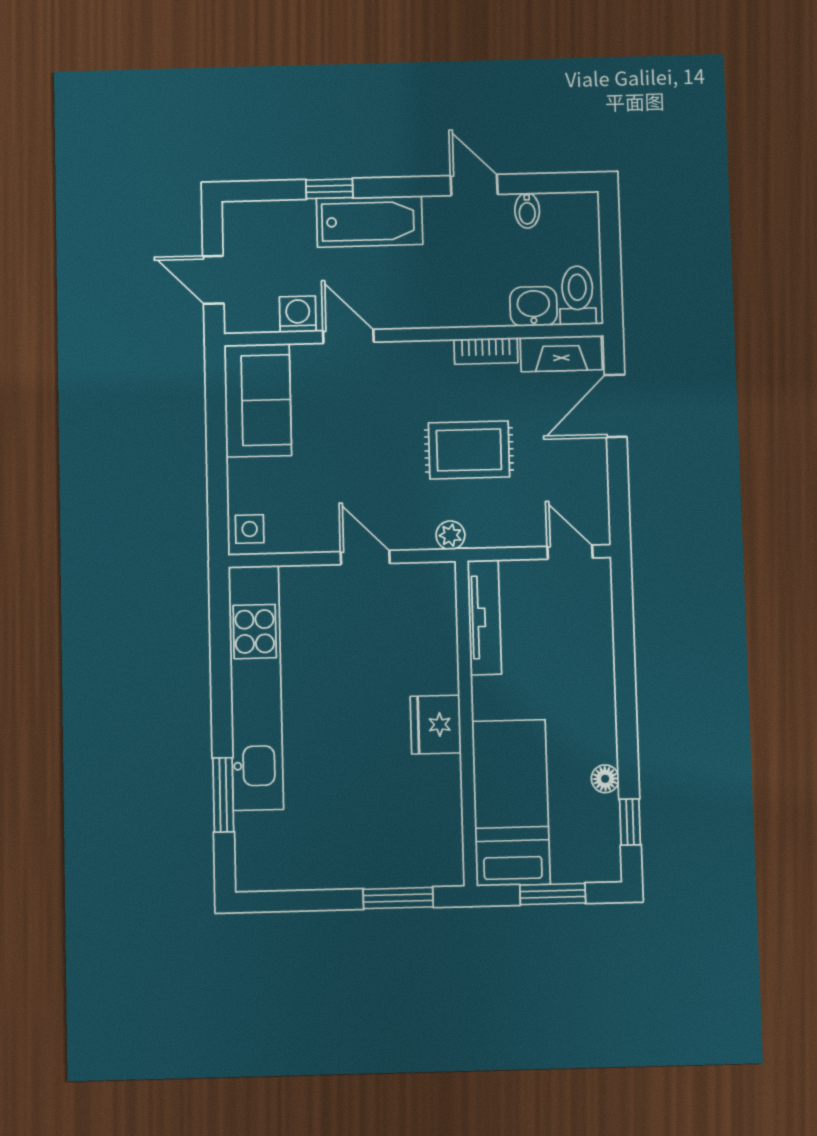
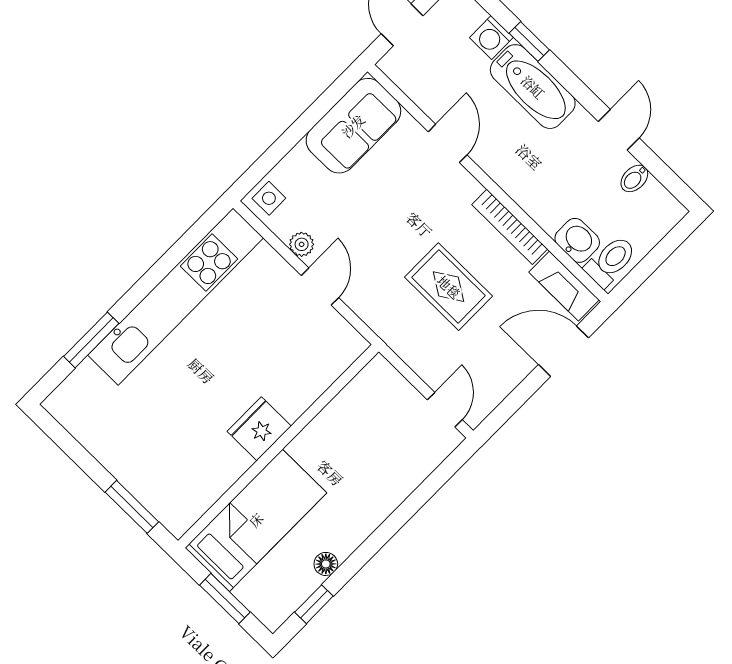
washing machine: (298, 314) -> (491, 38), moved, turned 180
bookcase: (486, 351) -> (510, 227), width x1.56
plant: (450, 535) -> (302, 244), moved
tv unit: (484, 617) -> (354, 395), removed

